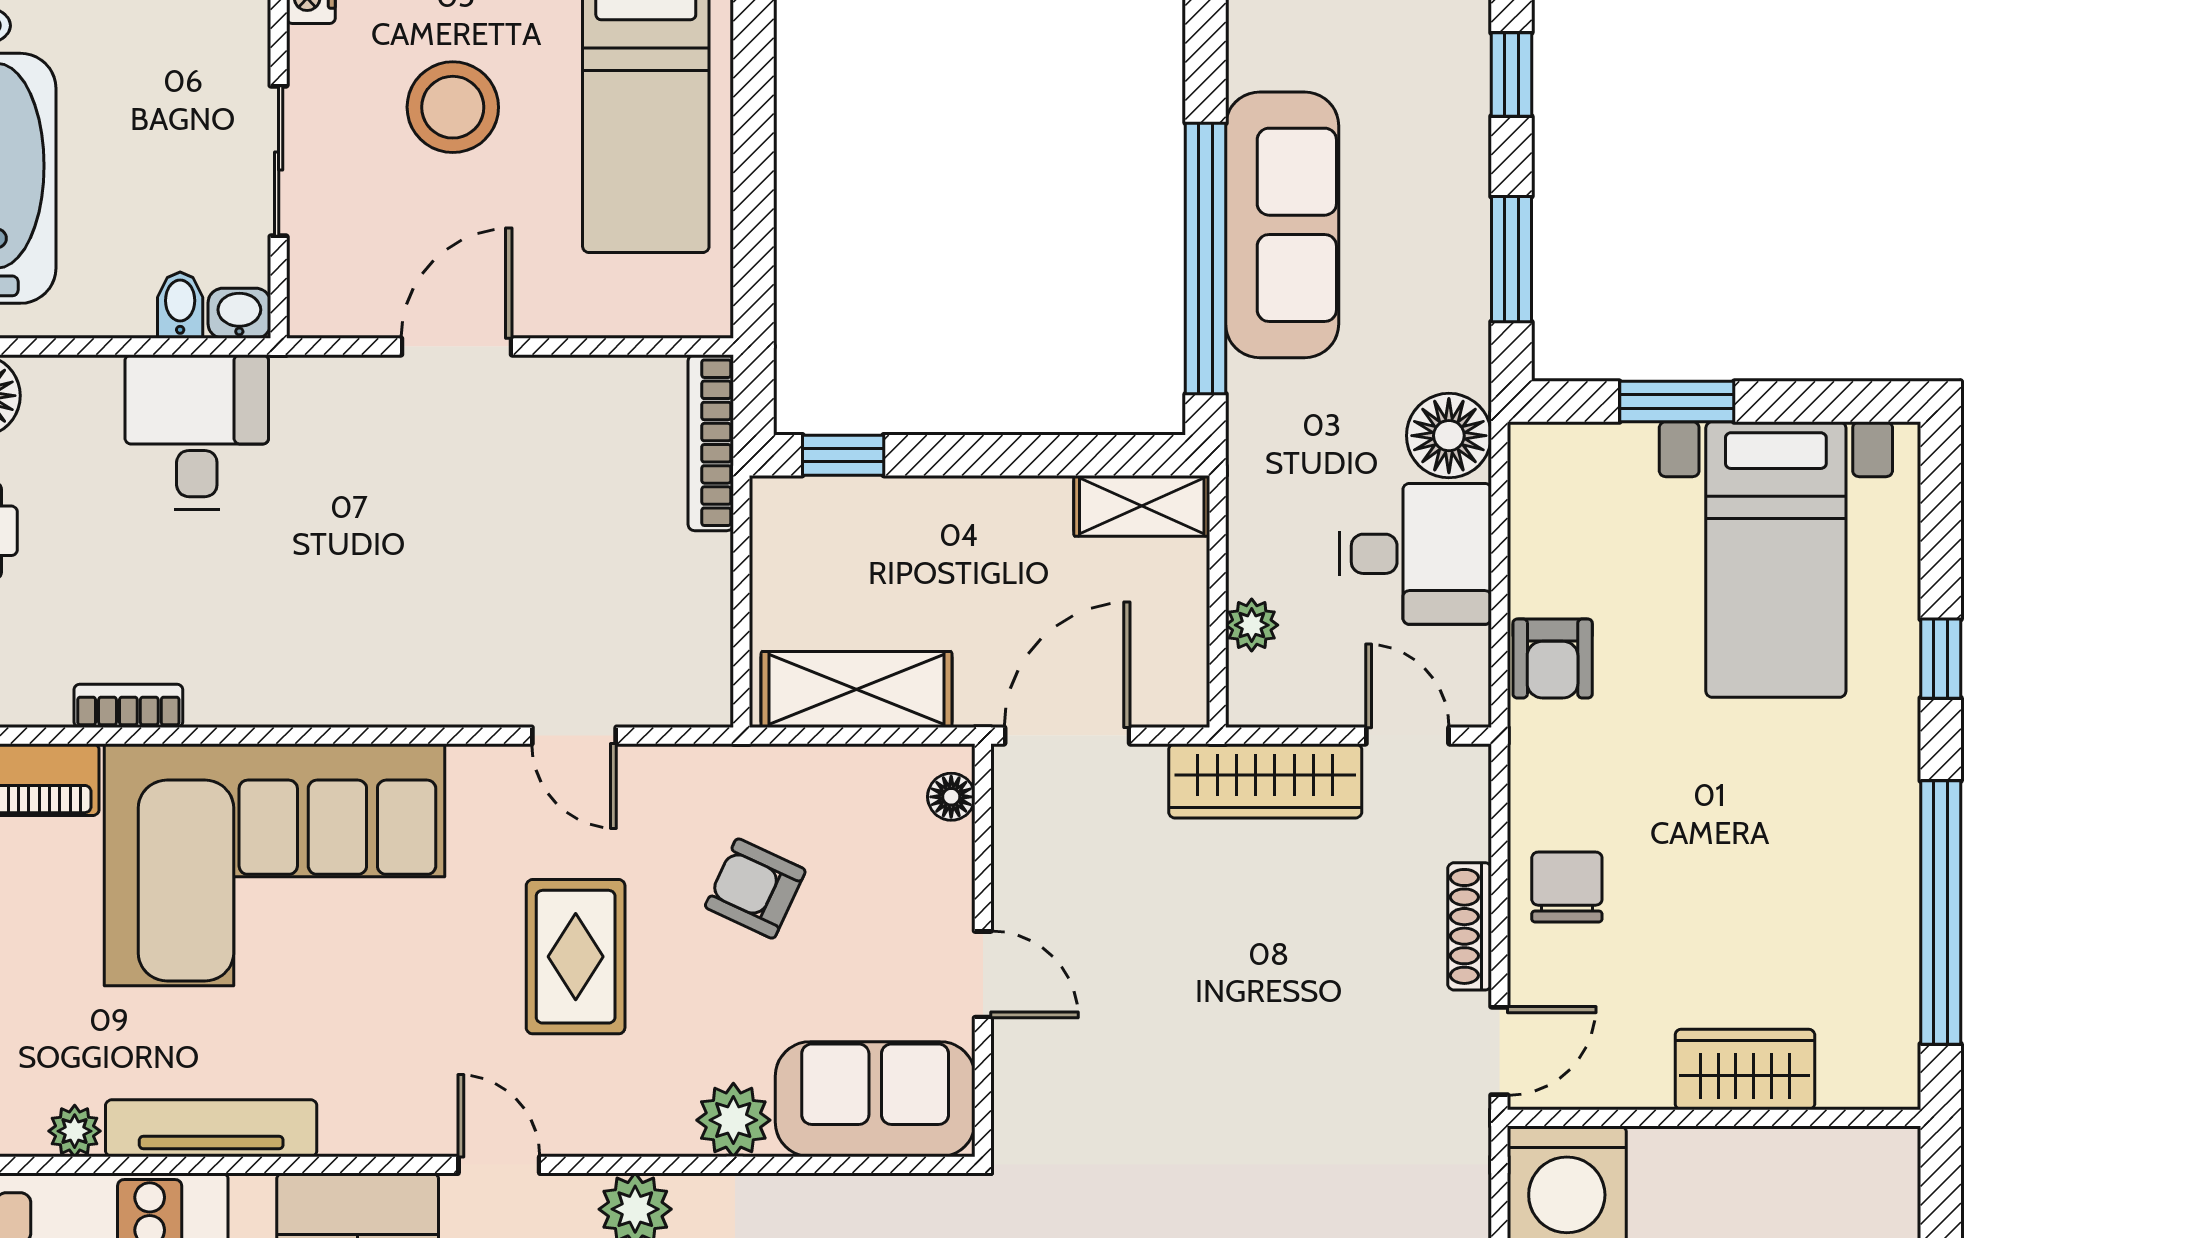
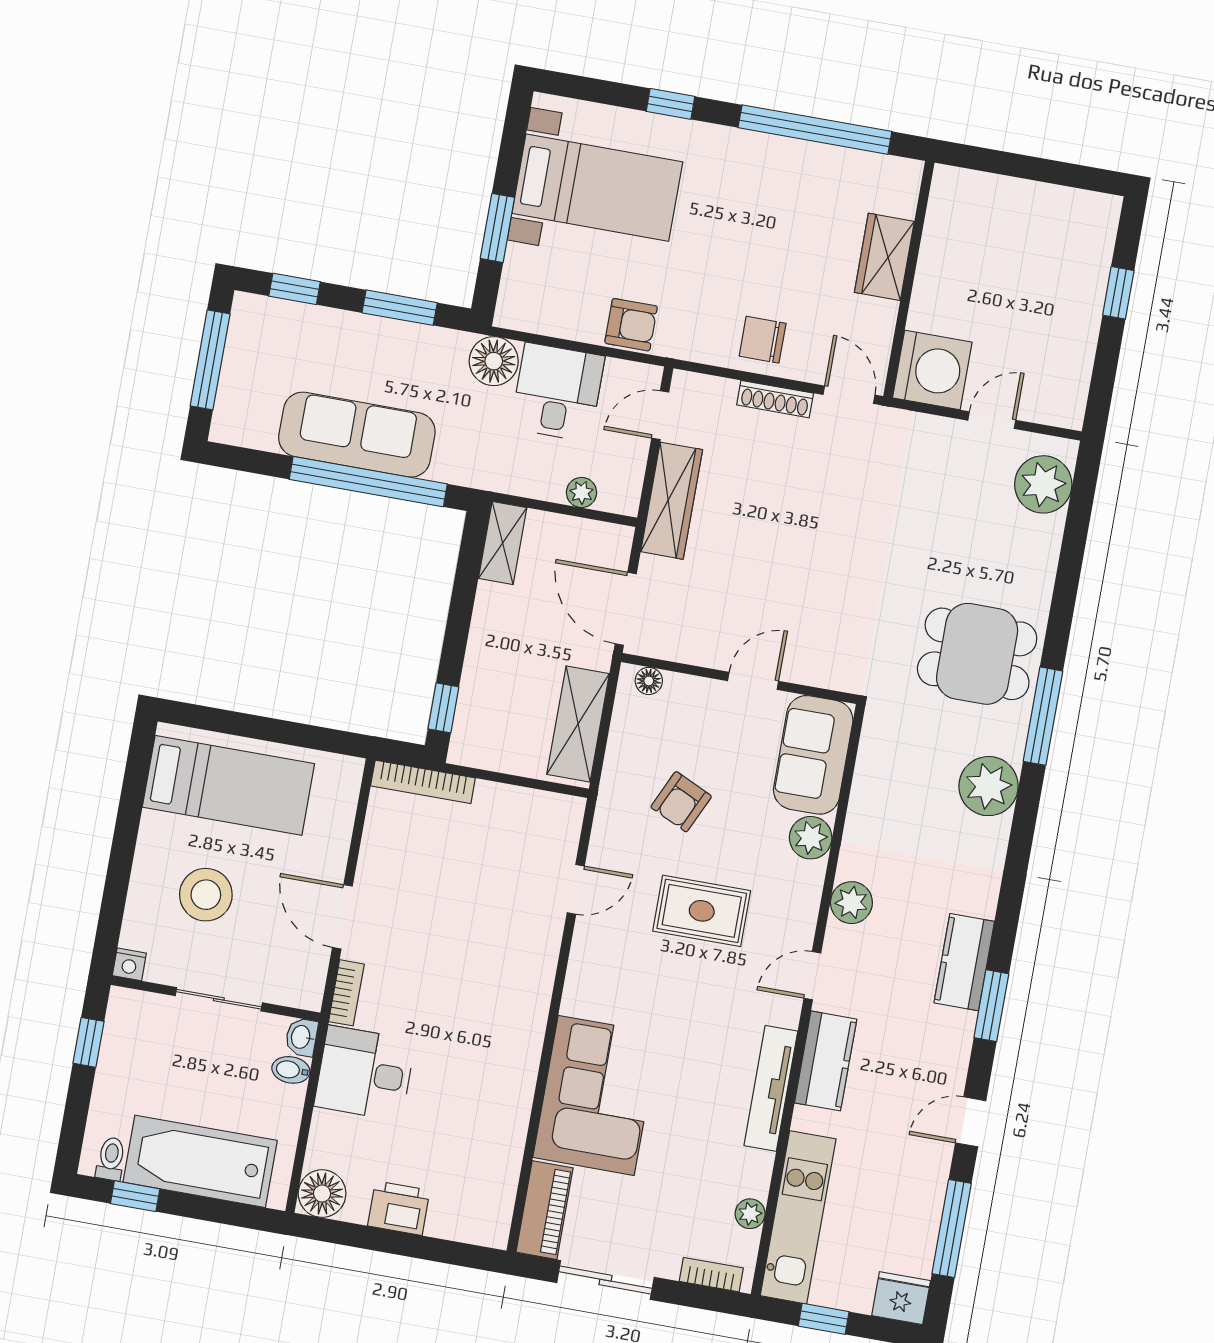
bookcase: (128, 706) -> (346, 993), moved, turned 180
corner sofa: (274, 865) -> (596, 1095), width x0.73, depth x0.74
tv unit: (211, 1128) -> (771, 1088), moved

